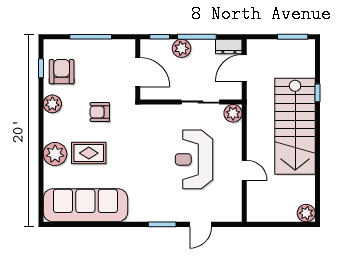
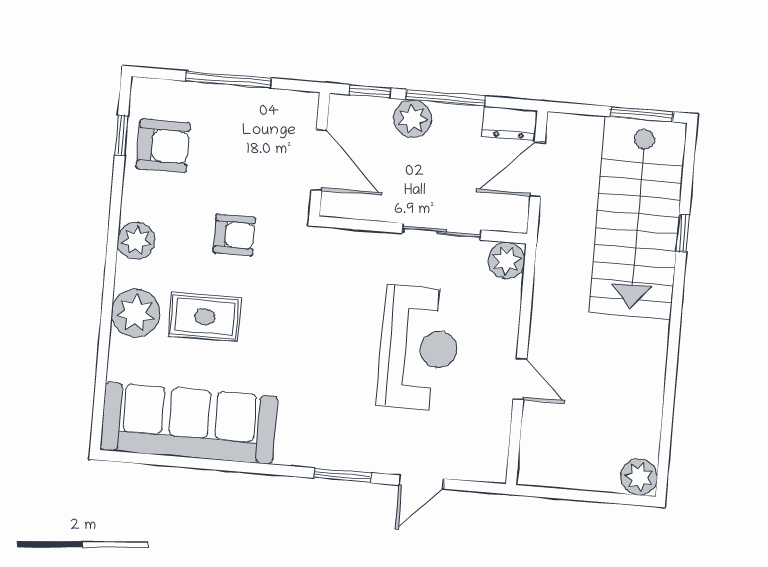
armchair: (62, 72) -> (163, 146), turned 90
plant: (52, 104) -> (136, 241), moved
armchair: (100, 112) -> (234, 235), turned 180
stairs: (295, 126) -> (638, 218), moved
reception desk: (194, 159) -> (419, 348), turned 180

